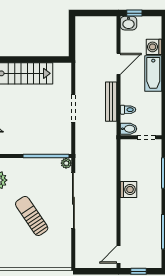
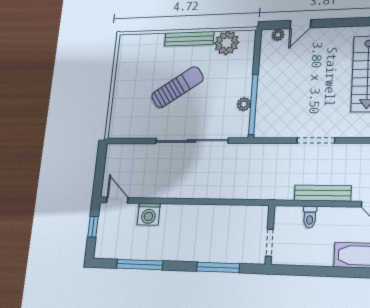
bidet: (129, 129) -> (283, 217), removed
plant: (66, 163) -> (244, 104), moved
washing machine: (128, 189) -> (149, 214), moved

